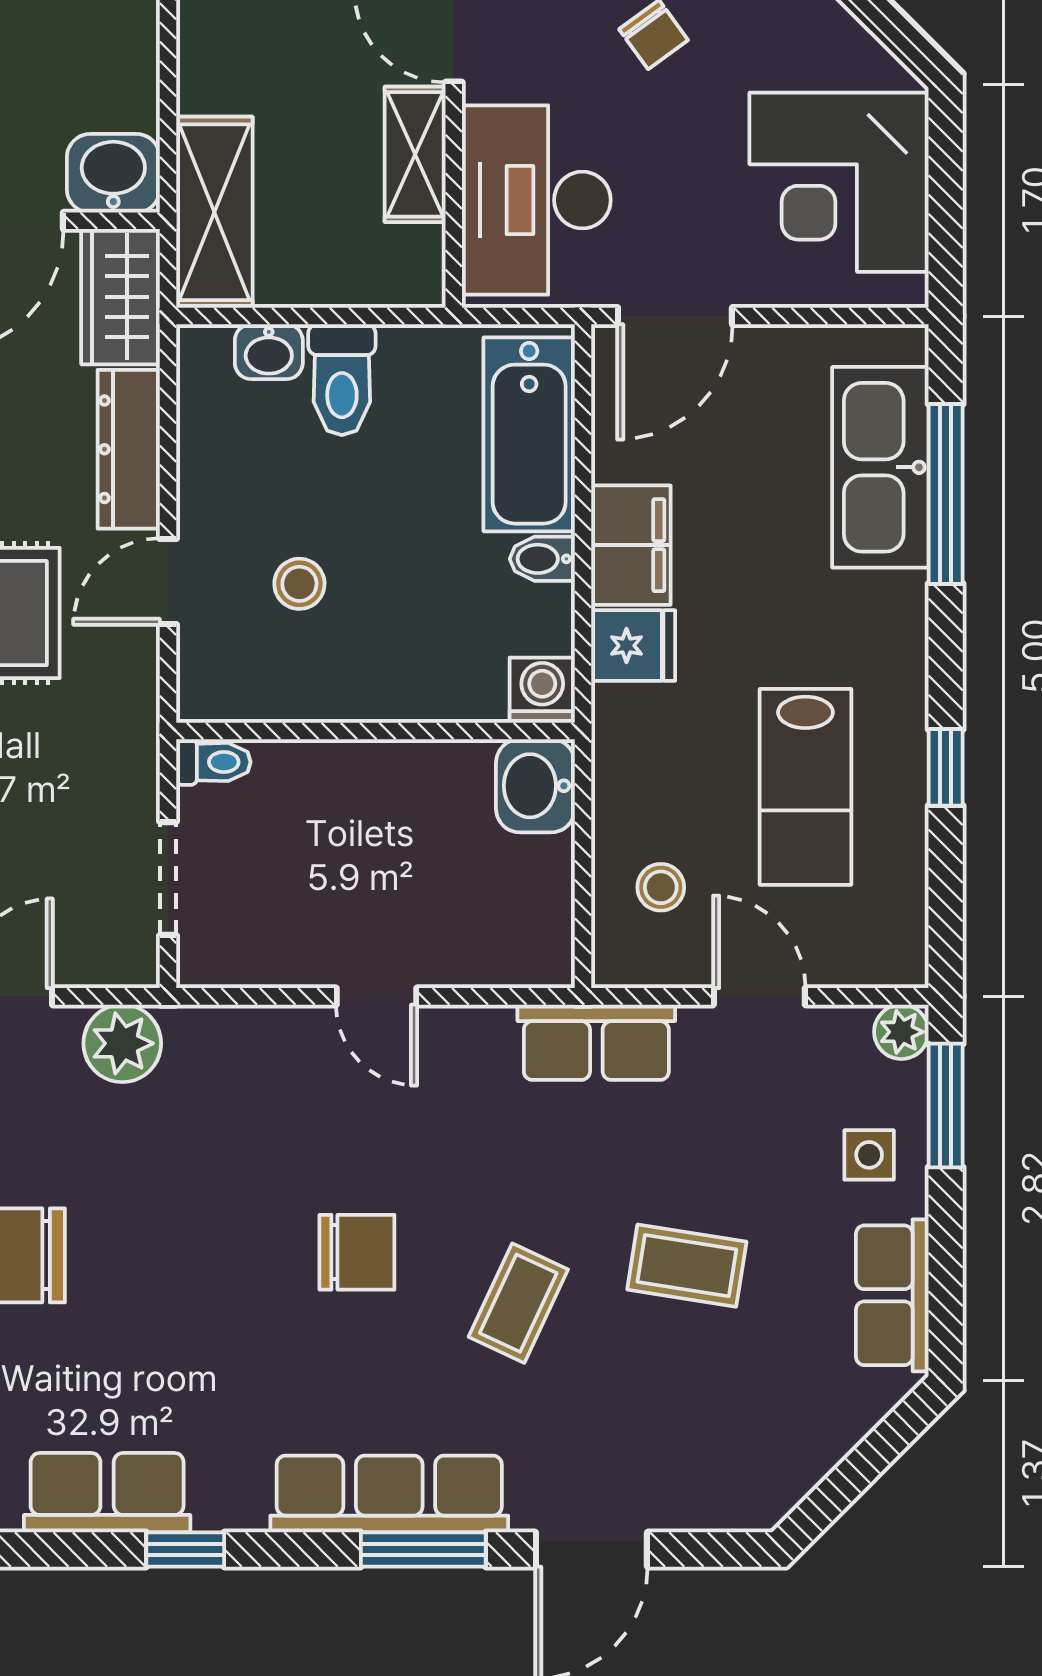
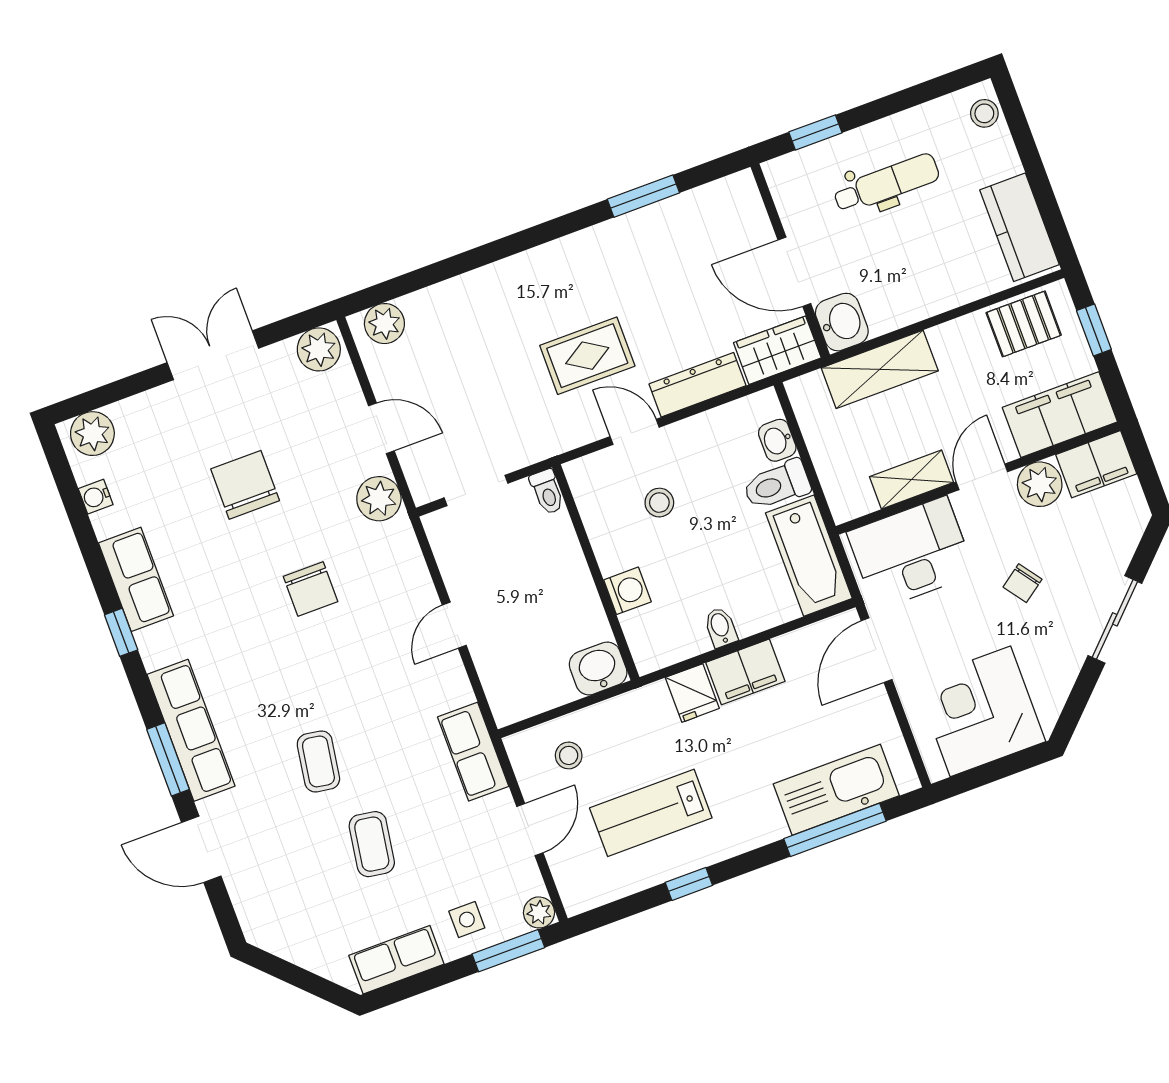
shelving: (214, 212) -> (880, 369), moved
door: (675, 316) -> (877, 650), hinge flipped
bathtub: (529, 434) -> (809, 556), moved, turned -90
washing machine: (542, 690) -> (627, 591), moved
chair: (357, 1252) -> (311, 589), moved
coffee table: (518, 1303) -> (318, 761), turned 74

